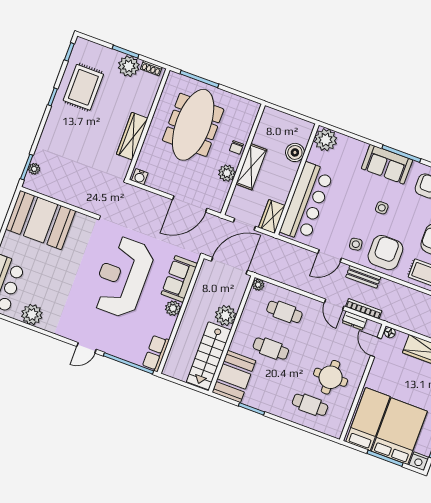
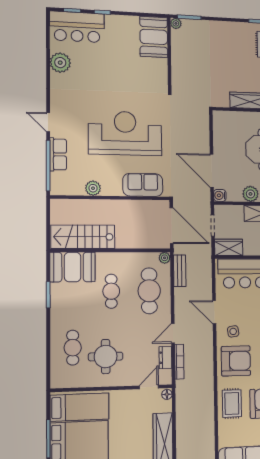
plant: (34, 169) -> (176, 23), moved
water cooler: (140, 177) -> (220, 195), moved
booth: (41, 220) -> (154, 37), width x0.73, depth x0.70
bench: (363, 277) -> (180, 271), moved
plant: (173, 308) -> (93, 188), moved
cafe table: (284, 312) -> (149, 291), width x1.37, depth x1.35
plant: (225, 315) -> (126, 239), removed
row of seats: (156, 353) -> (58, 154), moved, turned 90

